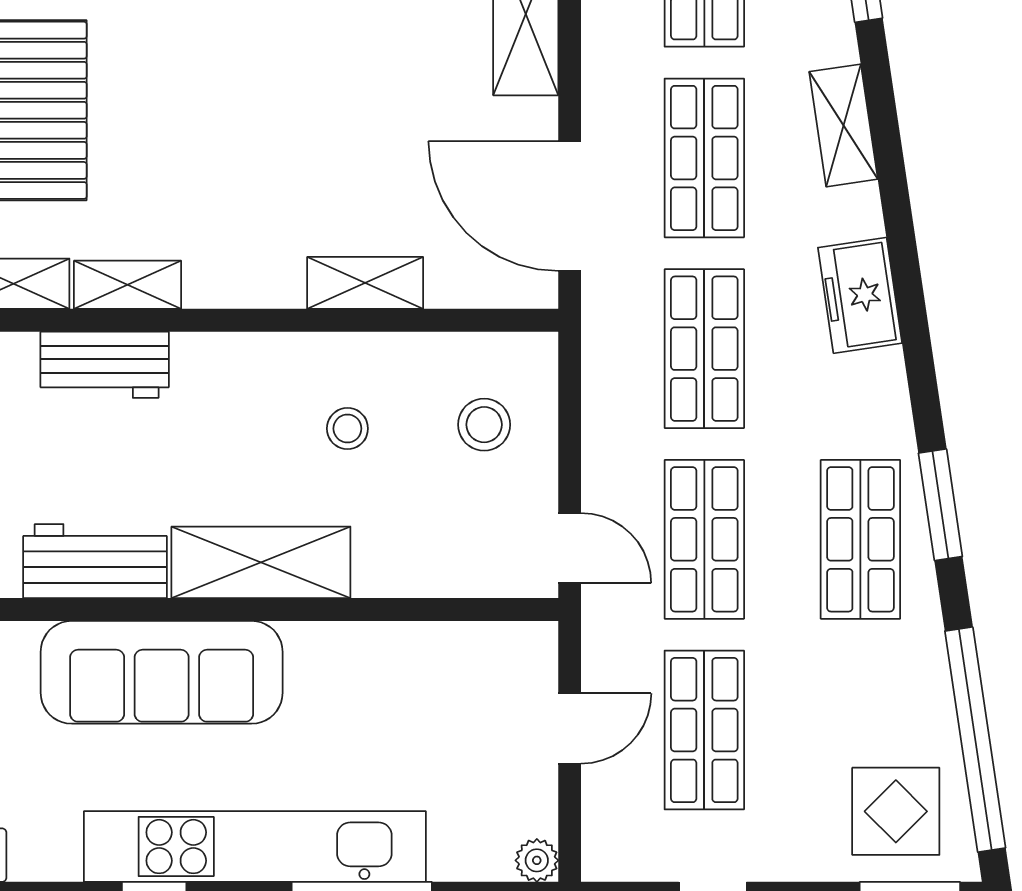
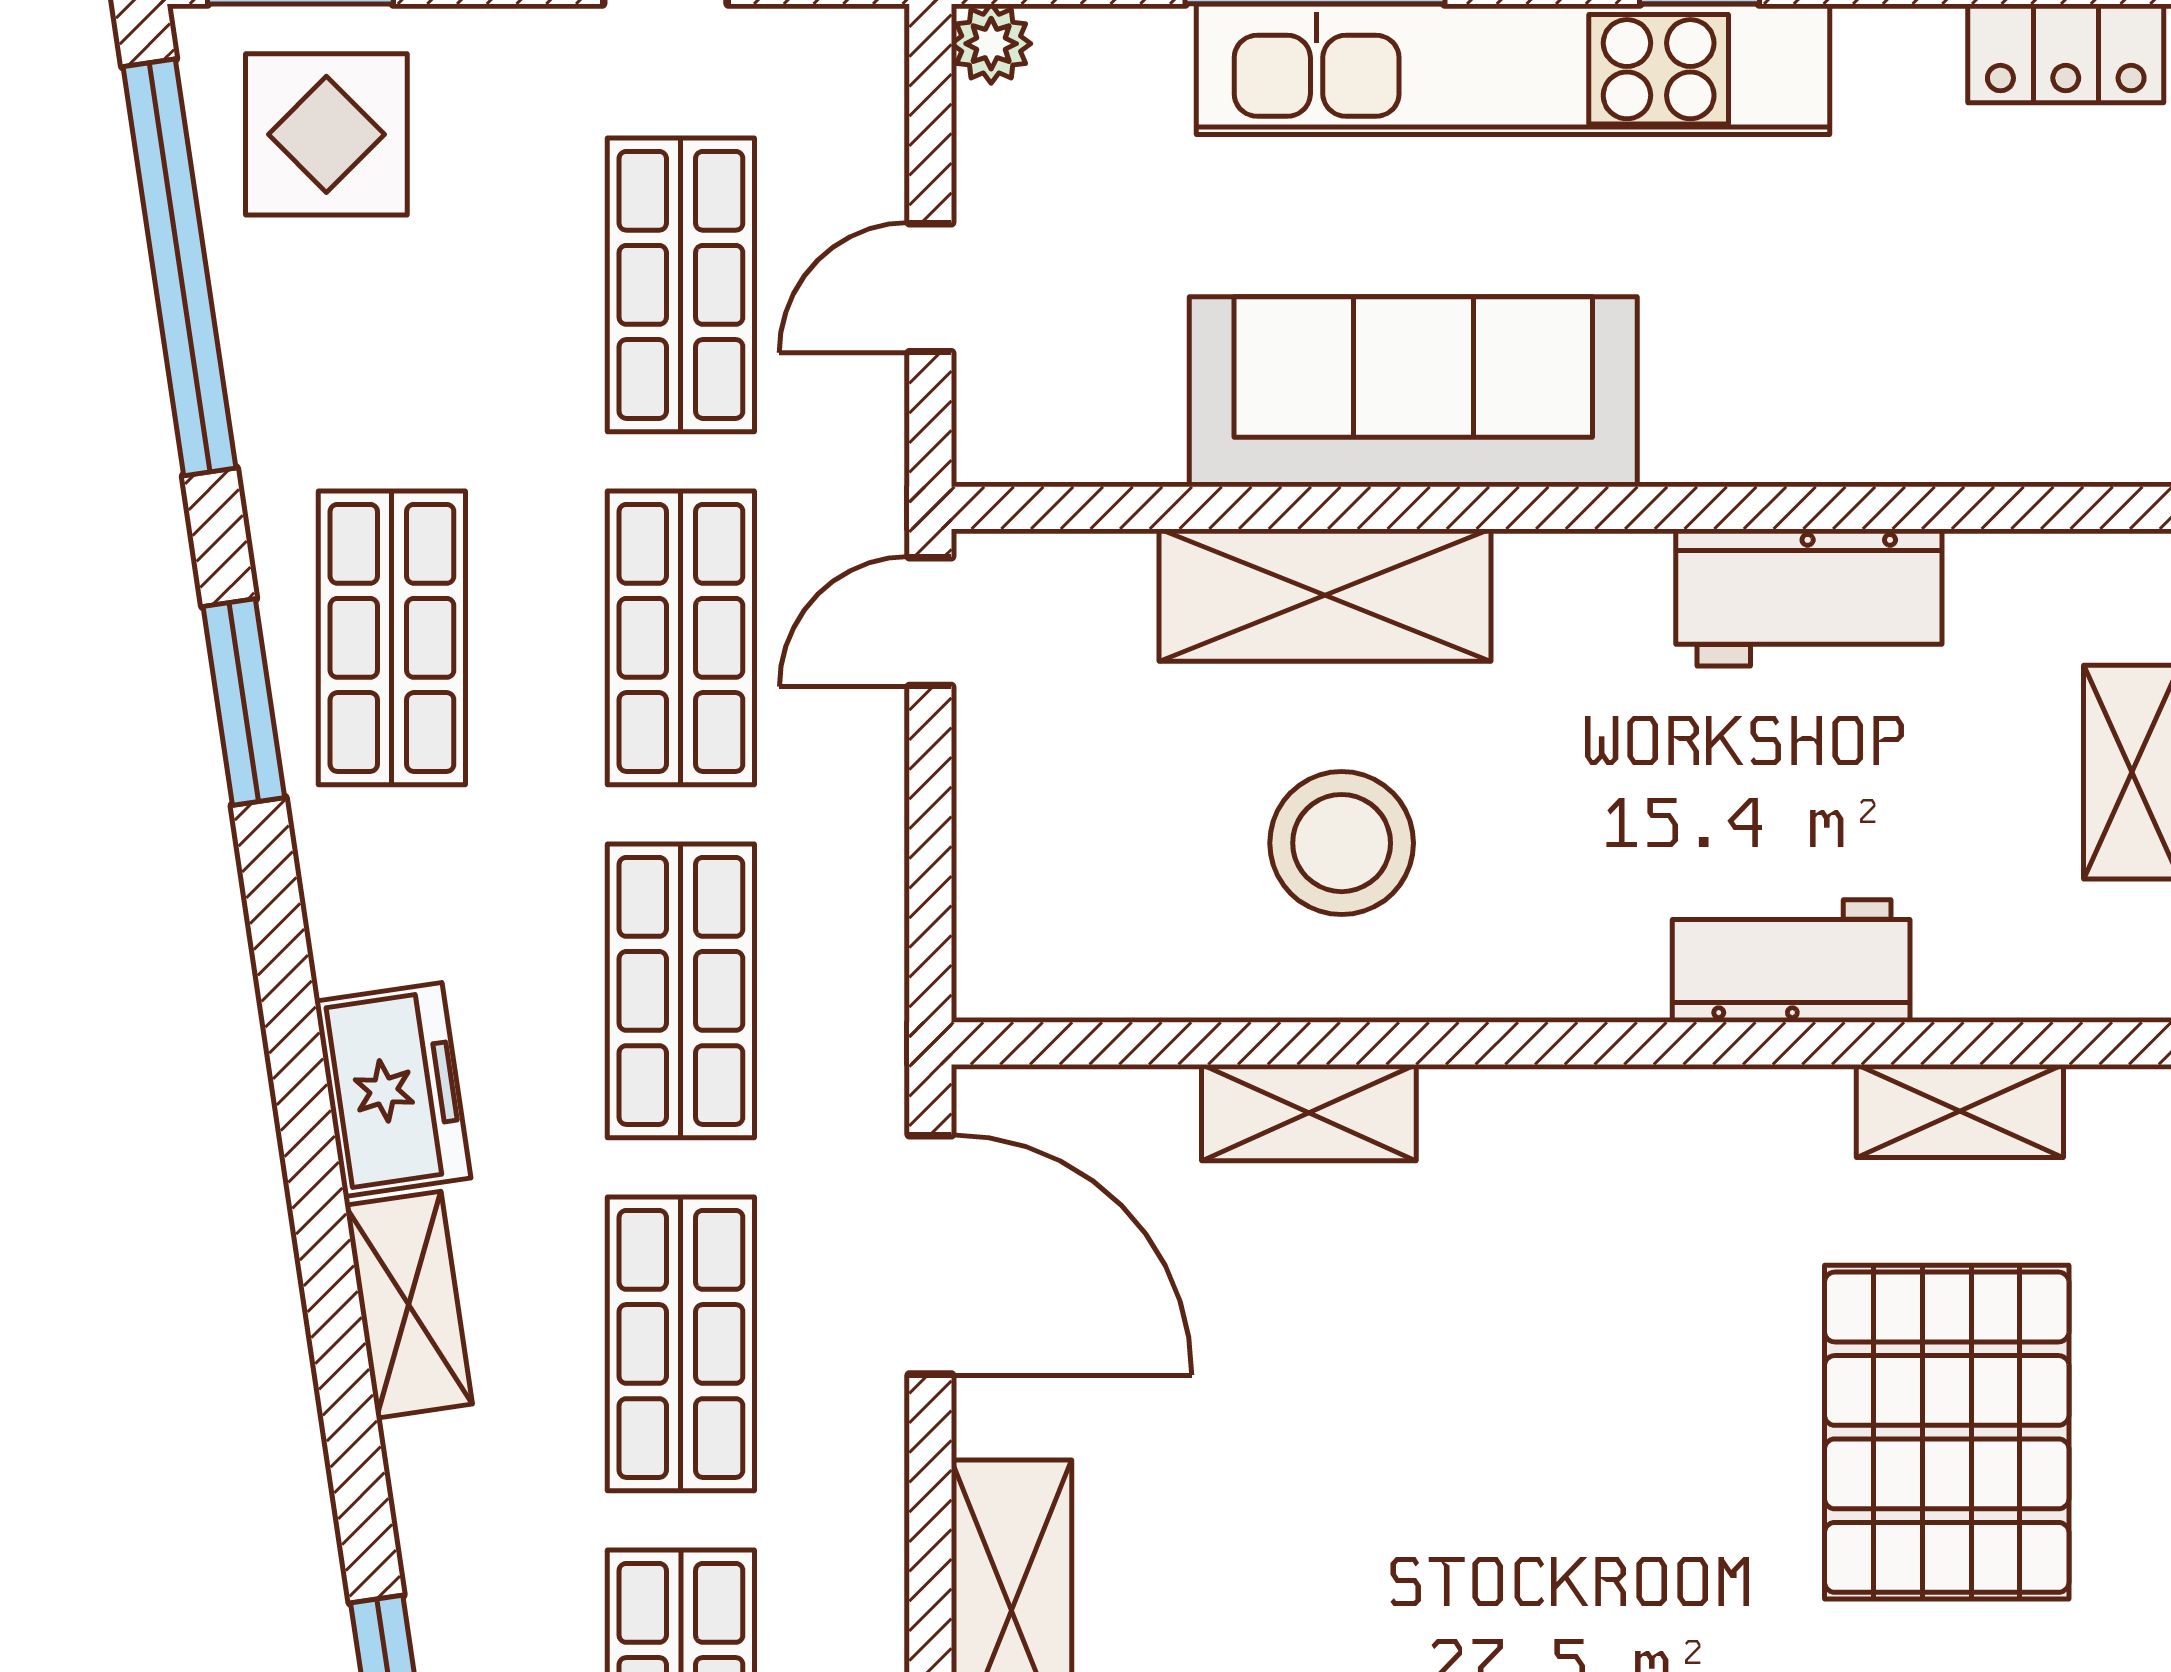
shelving: (843, 125) -> (409, 1305), moved
shelving: (128, 285) -> (1749, 1109), removed
stool: (484, 425) -> (1089, 850), removed
stool: (347, 429) -> (1342, 843), width x1.89, depth x1.89
door: (570, 548) -> (930, 622), hinge flipped
shelving: (261, 562) -> (1325, 595), moved
sofa: (162, 672) -> (1413, 392), moved

